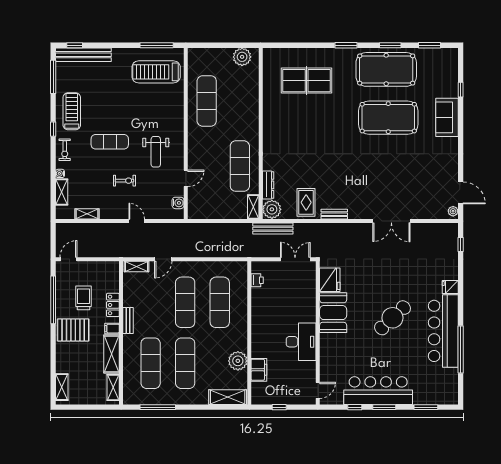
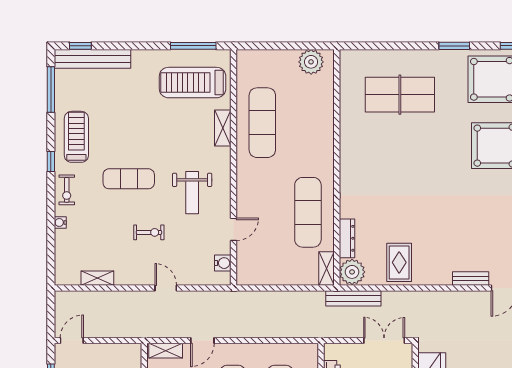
shelving: (62, 192) -> (223, 128), moved
bench: (334, 214) -> (471, 279), moved

